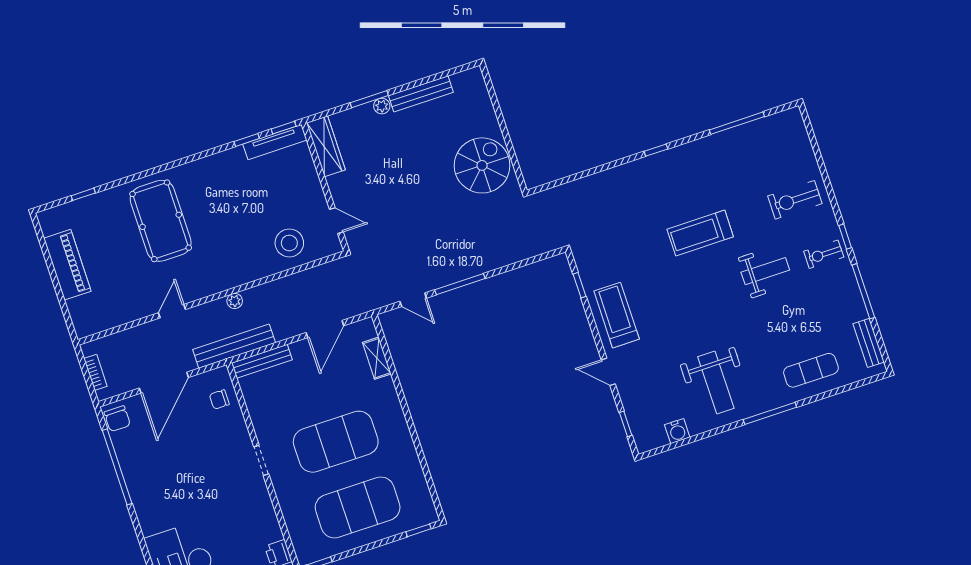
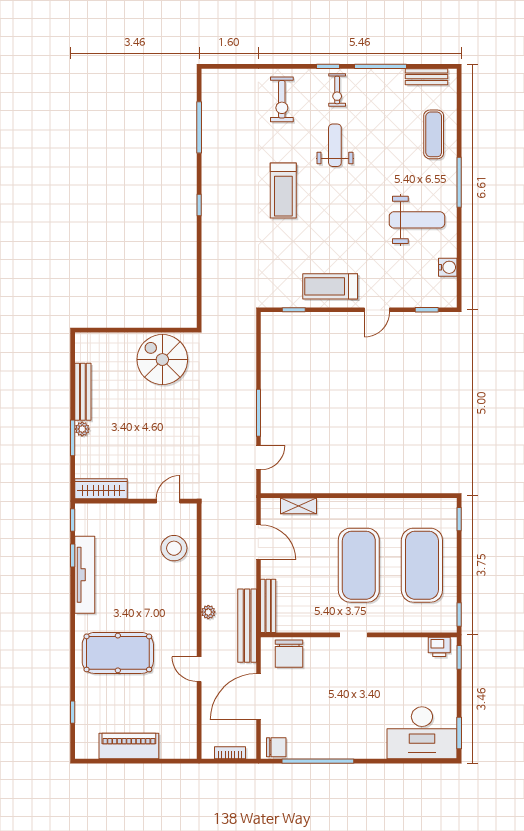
tv unit: (275, 142) -> (85, 575), moved, width x1.36, depth x1.29
door: (164, 383) -> (258, 697), swing flipped
chair: (219, 399) -> (289, 654), width x1.87, depth x1.87

